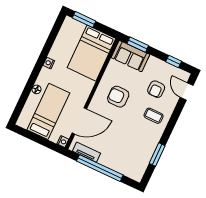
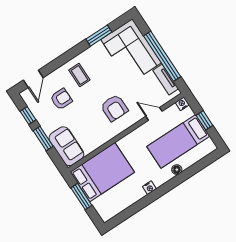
window: (84, 20) -> (81, 197), moved
window: (138, 45) -> (43, 138), moved
armchair: (118, 97) -> (114, 108), moved
door: (79, 121) -> (154, 114), width x0.53
window: (38, 139) -> (204, 120), added
corner sofa: (126, 158) -> (131, 51), added

